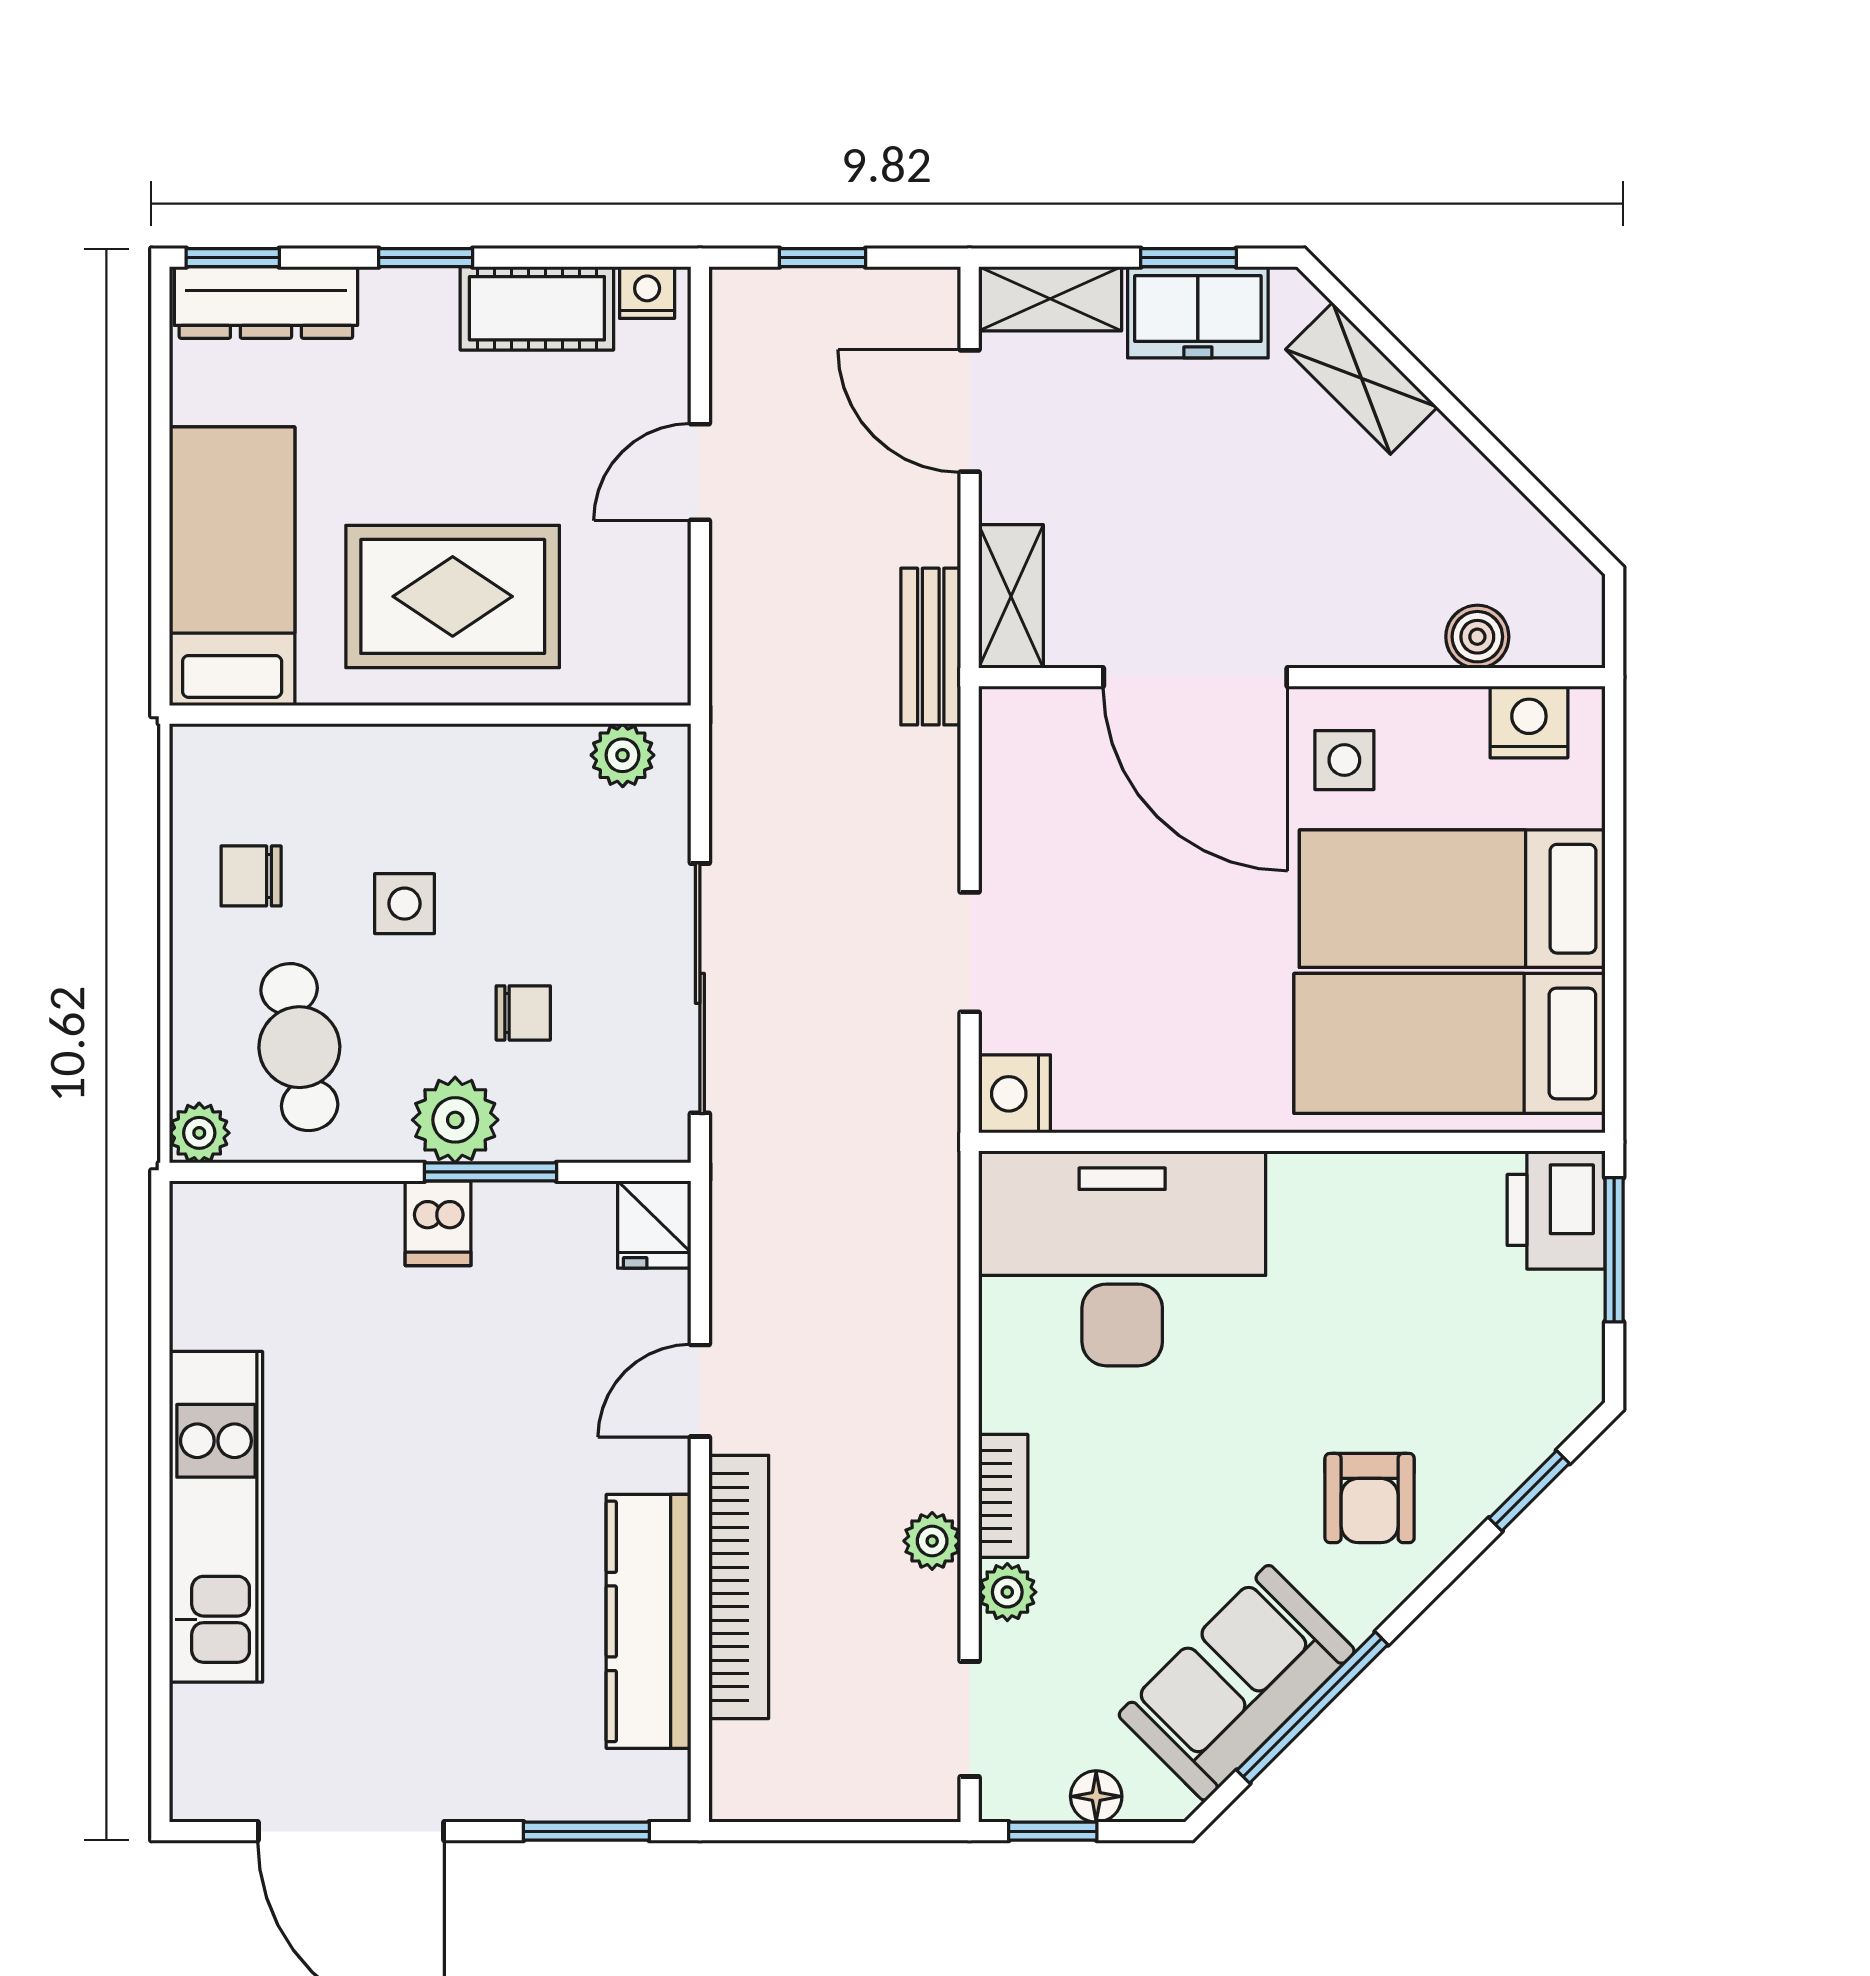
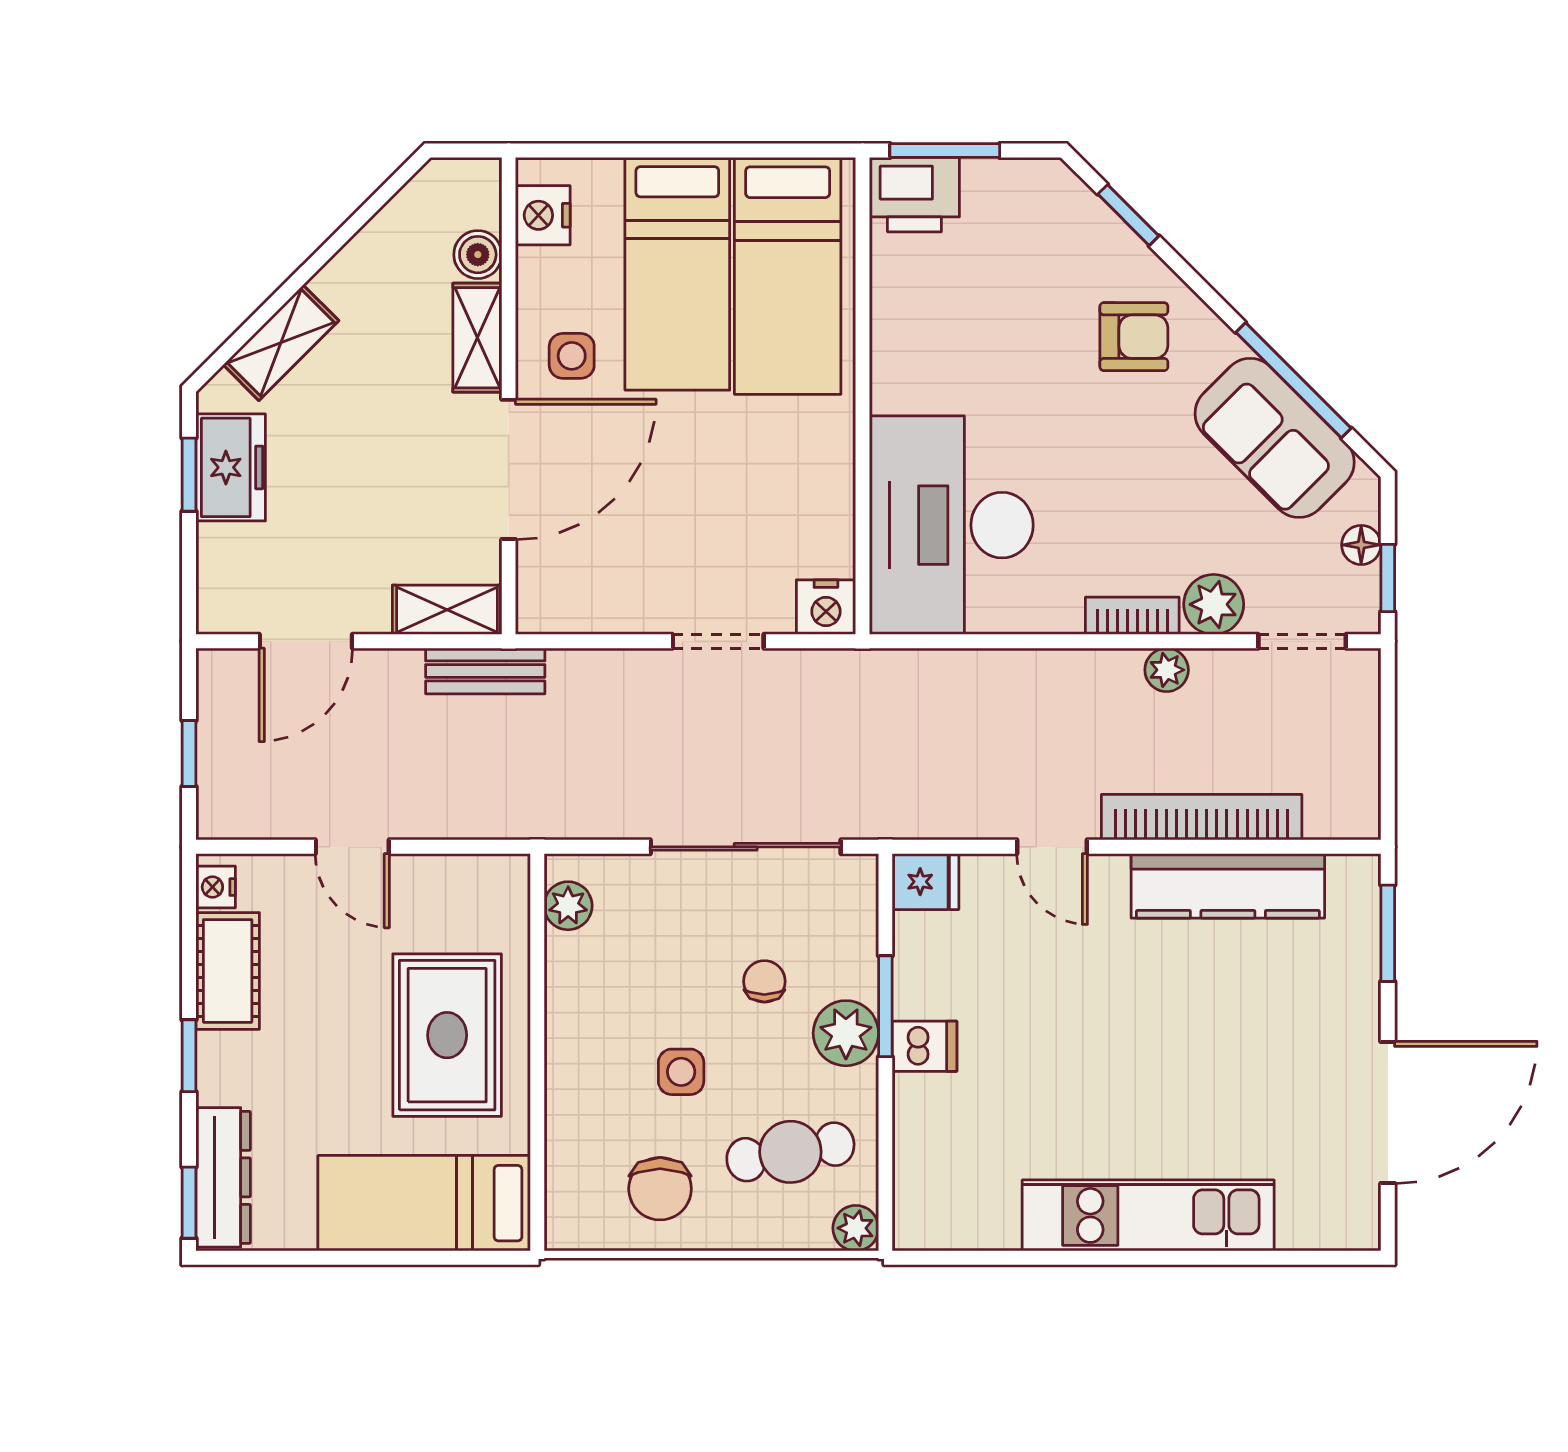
shelving: (1050, 299) -> (477, 338), moved
chair: (251, 876) -> (660, 1189), width x1.37, depth x1.37
plant: (1007, 1592) -> (1214, 604), width x1.38, depth x1.38

